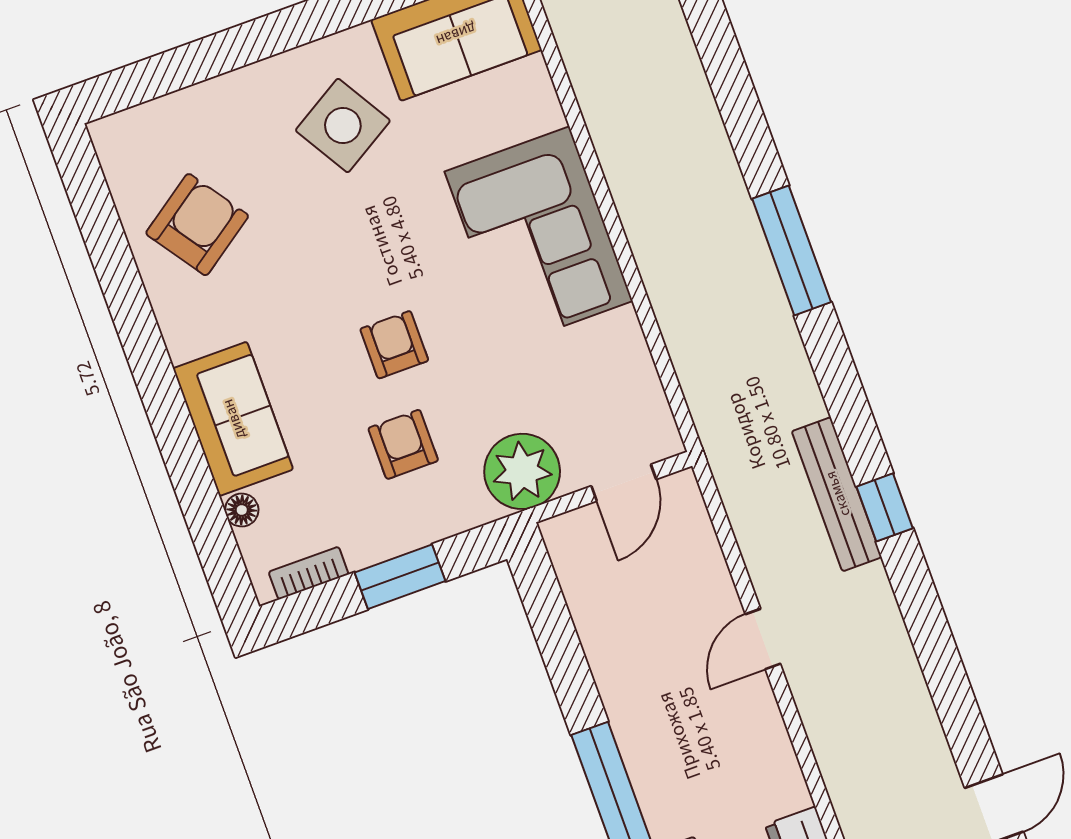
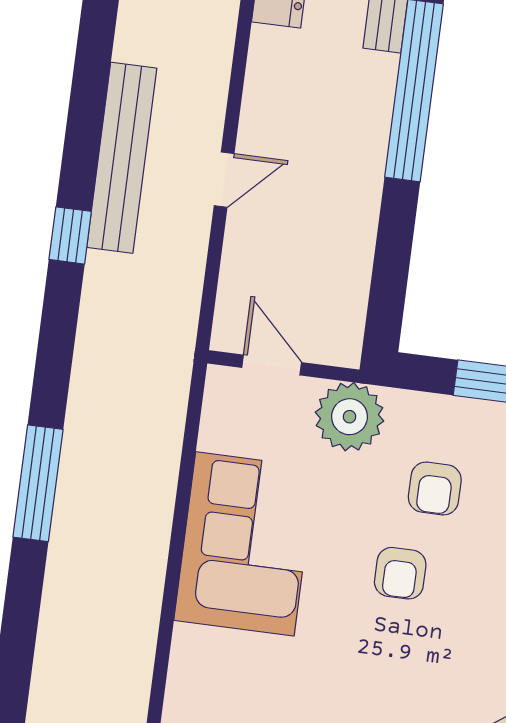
corner sofa: (539, 236) -> (245, 544), moved
door: (624, 483) -> (272, 365), hinge flipped
bench: (837, 494) -> (122, 158), moved, width x1.37, depth x1.21

